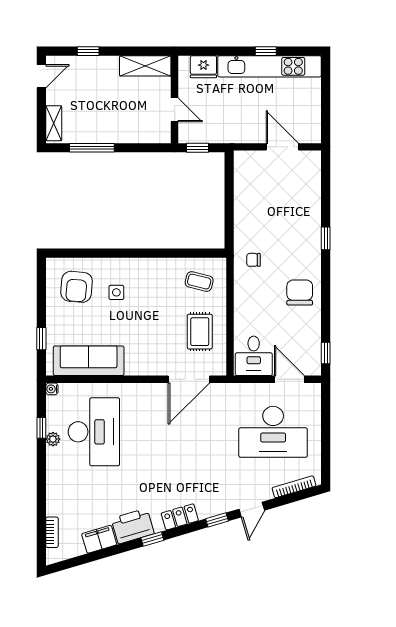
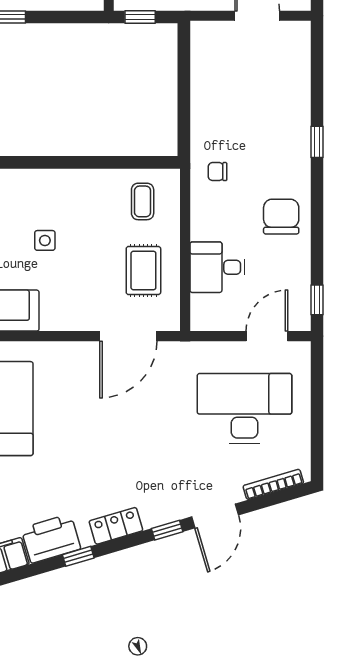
coffee table: (199, 282) -> (143, 201), turned 76
side table: (116, 292) -> (45, 240), moved
desk: (254, 356) -> (217, 267), moved, turned 90
door: (289, 379) -> (267, 336), hinge flipped
desk: (273, 432) -> (244, 409), turned 180
door: (252, 510) -> (215, 516), width x1.37

